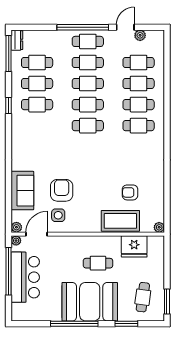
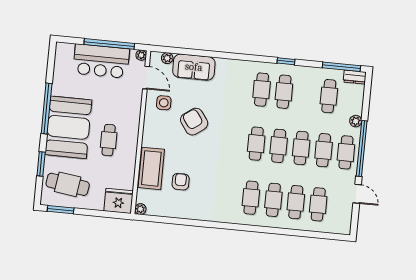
plant: (140, 35) -> (356, 121), moved
cafe table: (37, 84) -> (262, 90), moved
armchair: (62, 190) -> (194, 122), moved, turned -126
plant: (16, 227) -> (167, 58), moved
fridge: (134, 246) -> (118, 201), moved, turned 90
cafe table: (143, 297) -> (68, 184), width x1.37, depth x1.35

